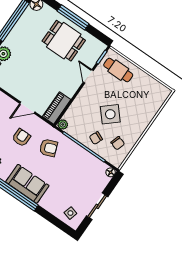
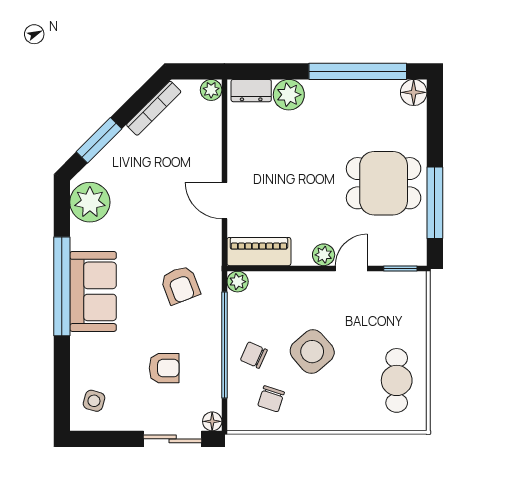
window: (73, 17) -> (435, 203), moved
dining table: (64, 41) -> (384, 183), turned 90
cafe table: (118, 70) -> (397, 380), moved
plant: (75, 84) -> (324, 255), added
armchair: (21, 138) -> (164, 368), moved
sliding door: (97, 206) -> (173, 439), moved

